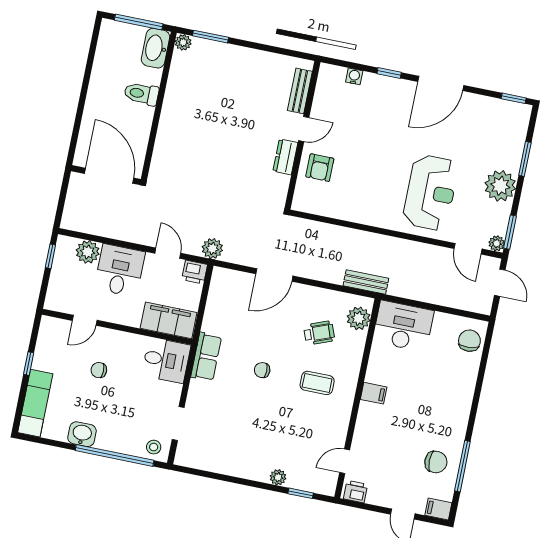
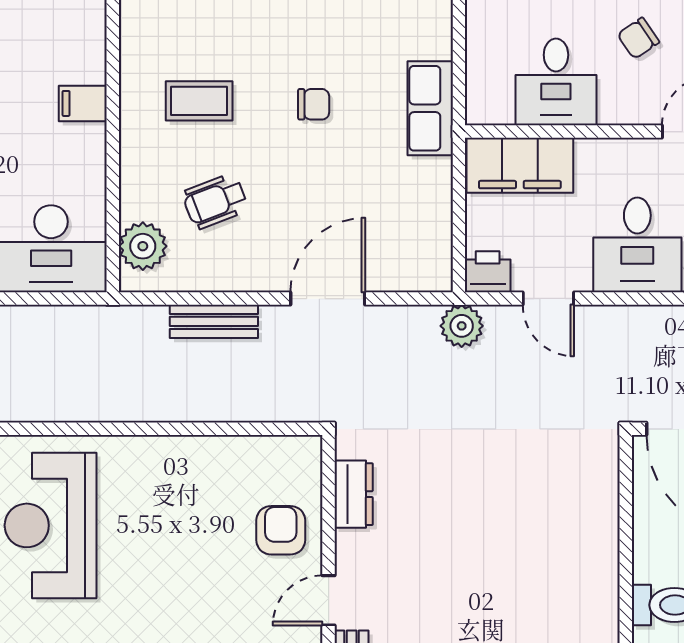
dresser: (285, 157) -> (354, 494), moved
bench: (366, 282) -> (214, 321), moved
desk: (166, 360) -> (556, 82), moved, turned -90
chair: (99, 370) -> (638, 38), turned 146

